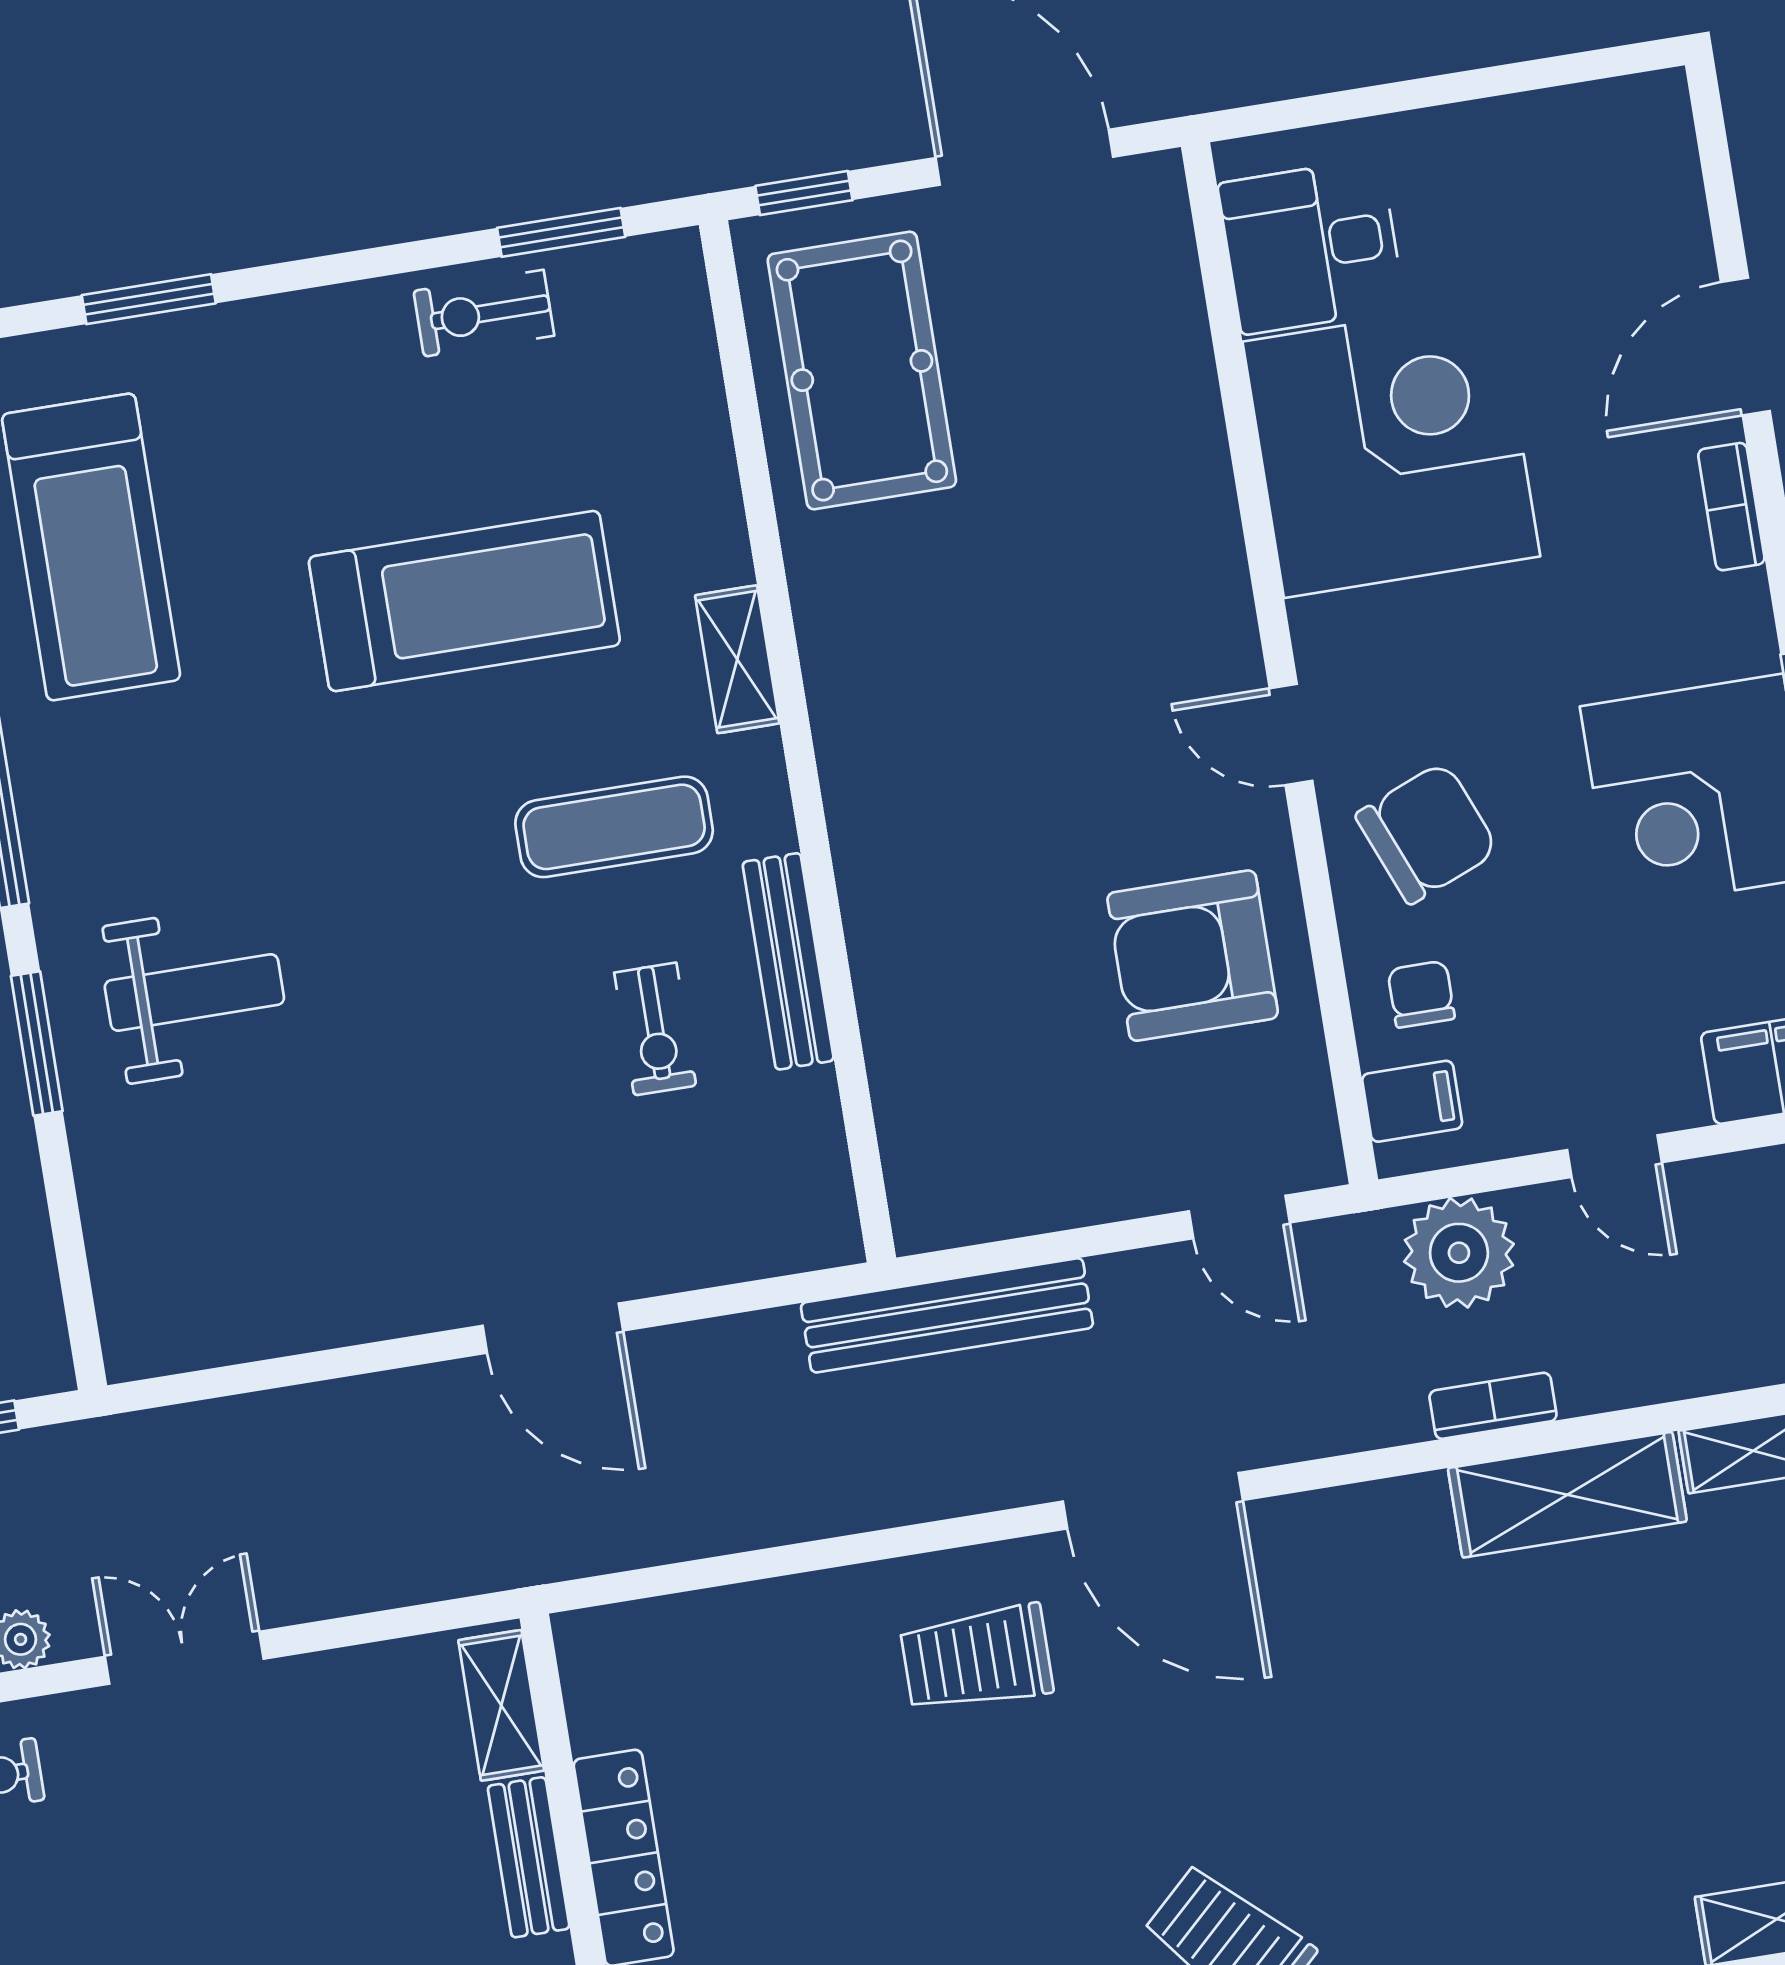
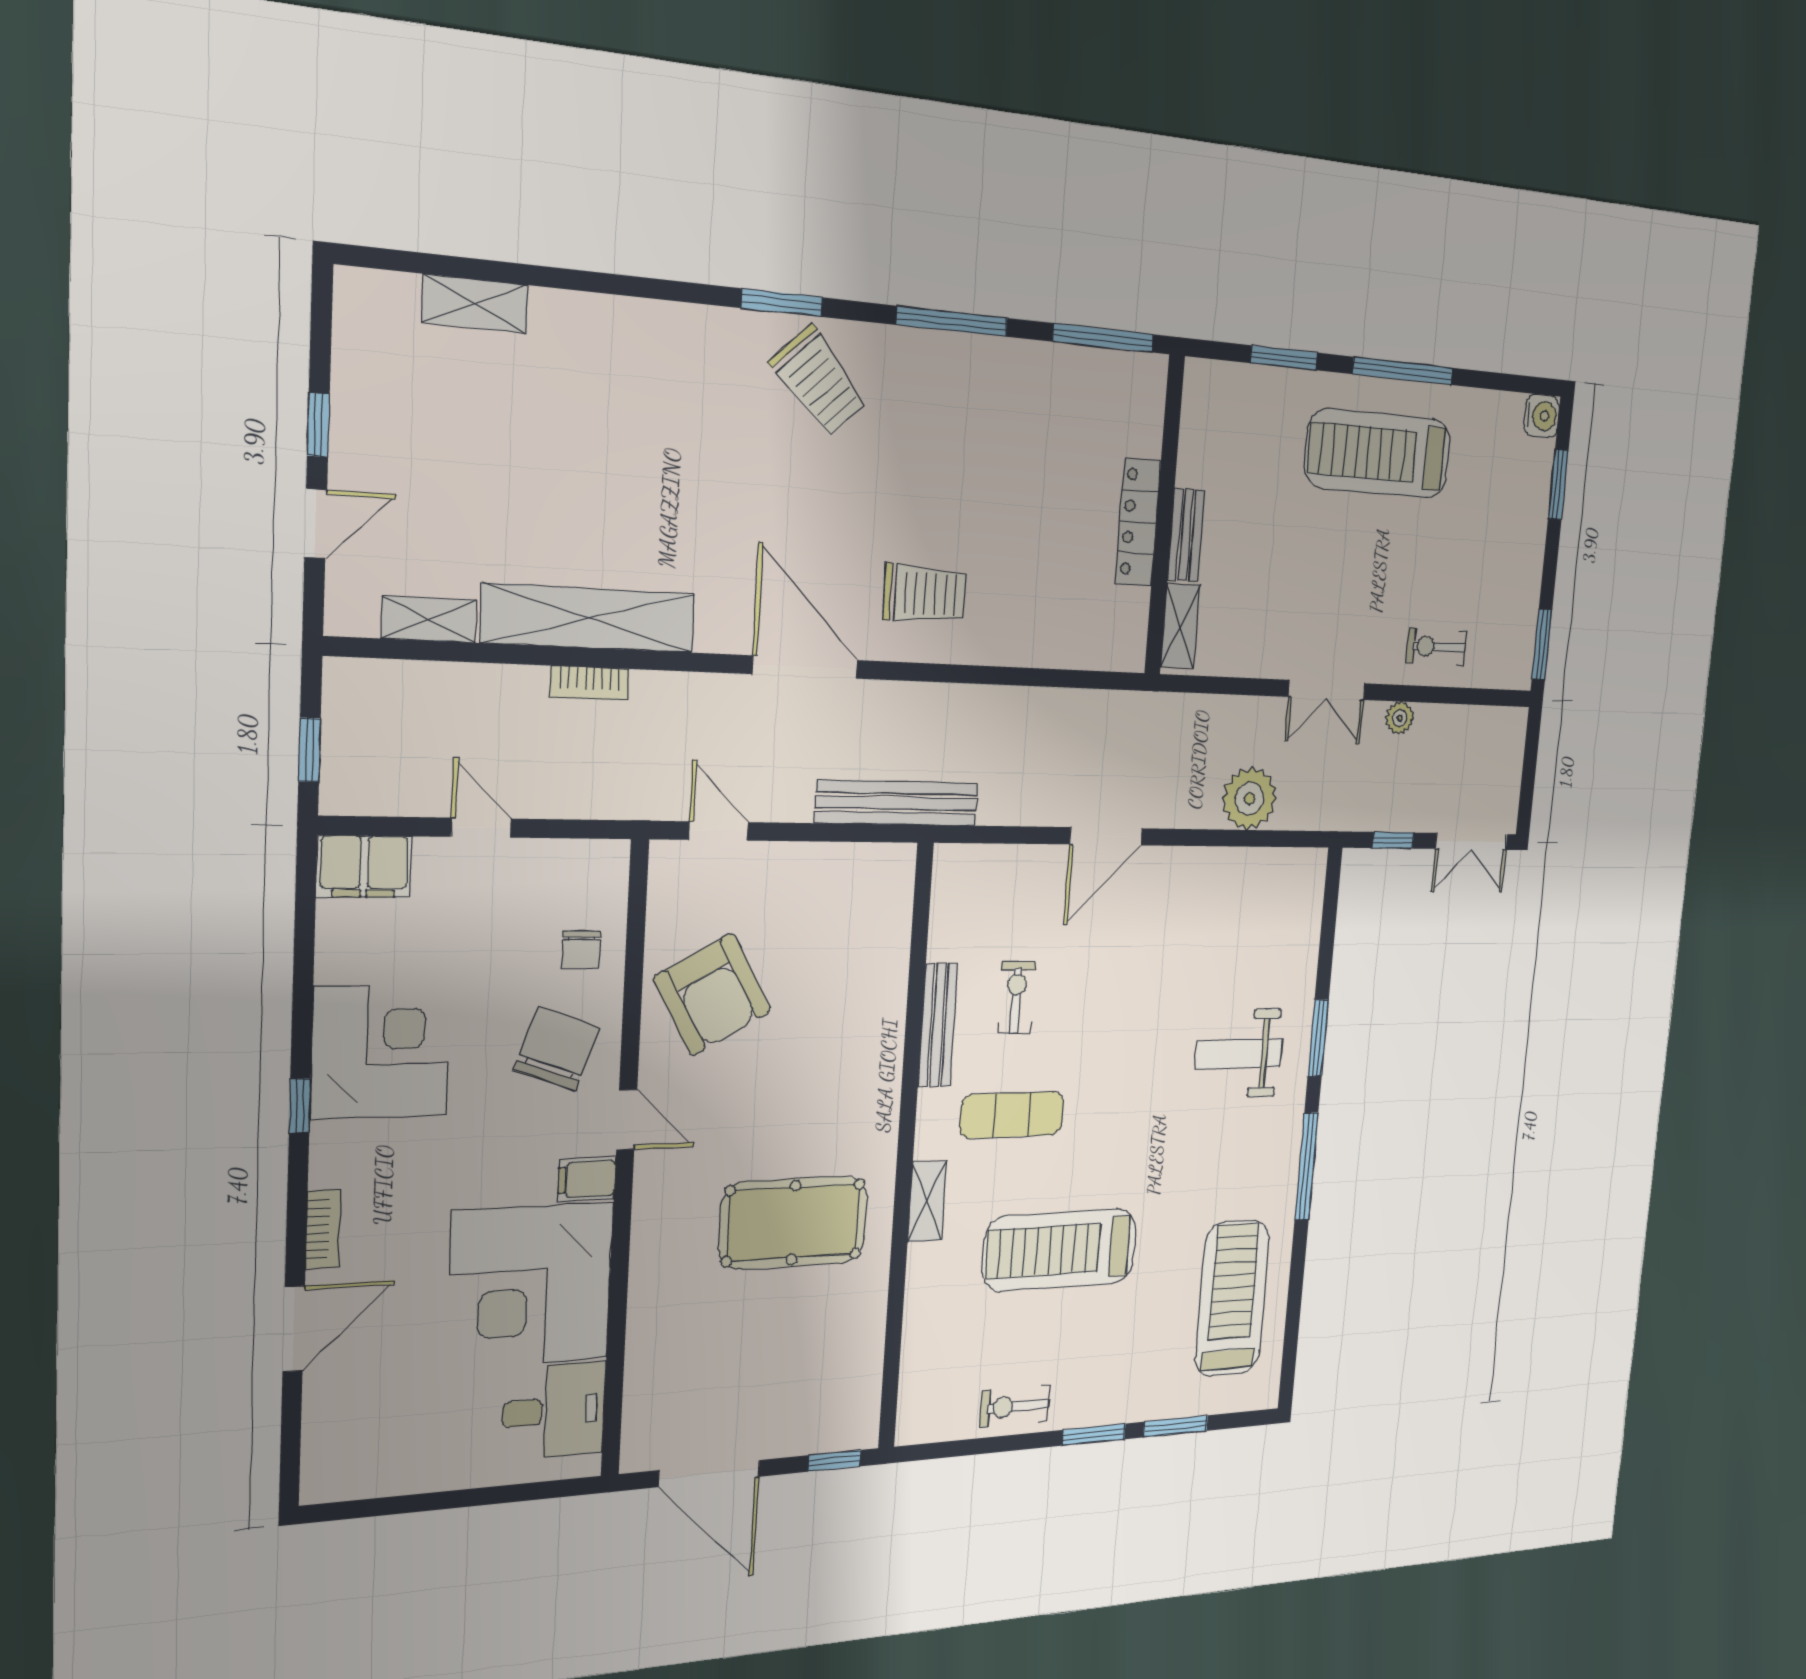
window: (561, 232) -> (1094, 1435), moved
exercise bike: (484, 313) -> (1015, 1406), turned 180
pool table: (862, 370) -> (794, 1223), moved, turned 90
chair: (1427, 833) -> (557, 1049), turned 132
armchair: (1193, 956) -> (712, 994), turned 61
filing cabinet: (1412, 1101) -> (587, 1179), moved
plant: (1459, 1253) -> (1249, 799), moved
door: (553, 1328) -> (1106, 836), swing flipped
shelving: (1567, 1495) -> (589, 618), width x1.47

